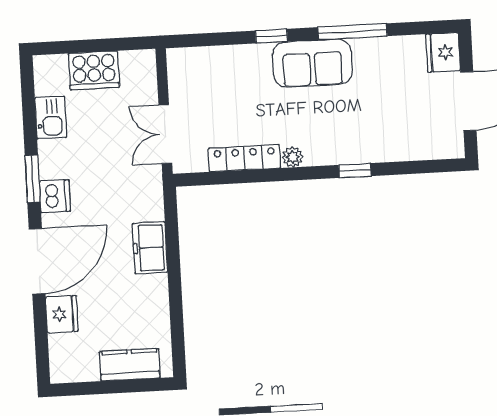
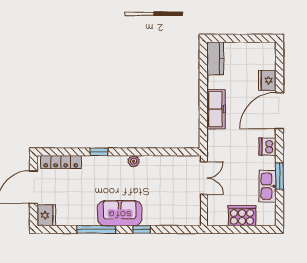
kitchen sink: (51, 118) -> (268, 186), width x1.38
locker: (244, 158) -> (61, 162), moved
window: (33, 179) -> (279, 176), moved
freezer: (150, 248) -> (216, 109), width x1.40
kitchen counter: (130, 365) -> (215, 58), moved, turned -90

